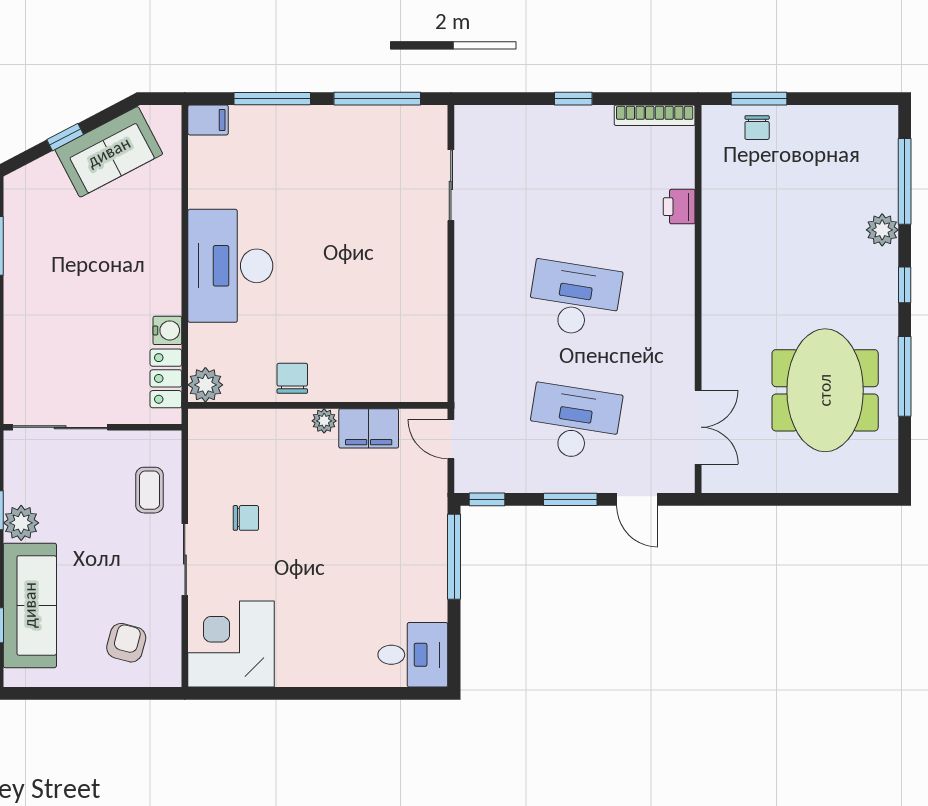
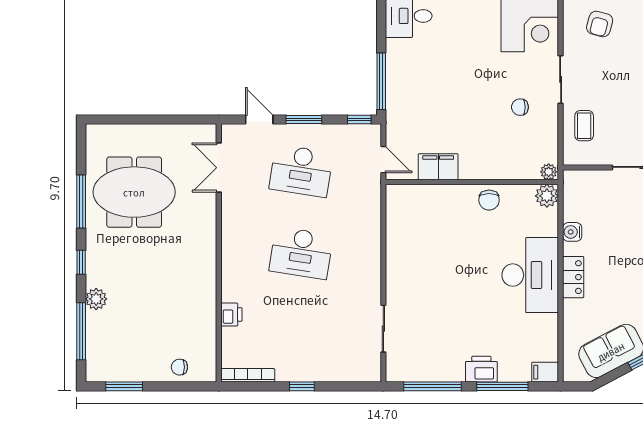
window: (759, 99) -> (124, 386), moved
printer: (304, 125) -> (481, 369), added
chair: (757, 128) -> (179, 367), turned -90
locker: (166, 378) -> (573, 277), moved
meeting table: (825, 390) -> (134, 192), turned 90
plant: (324, 421) -> (549, 172), moved

